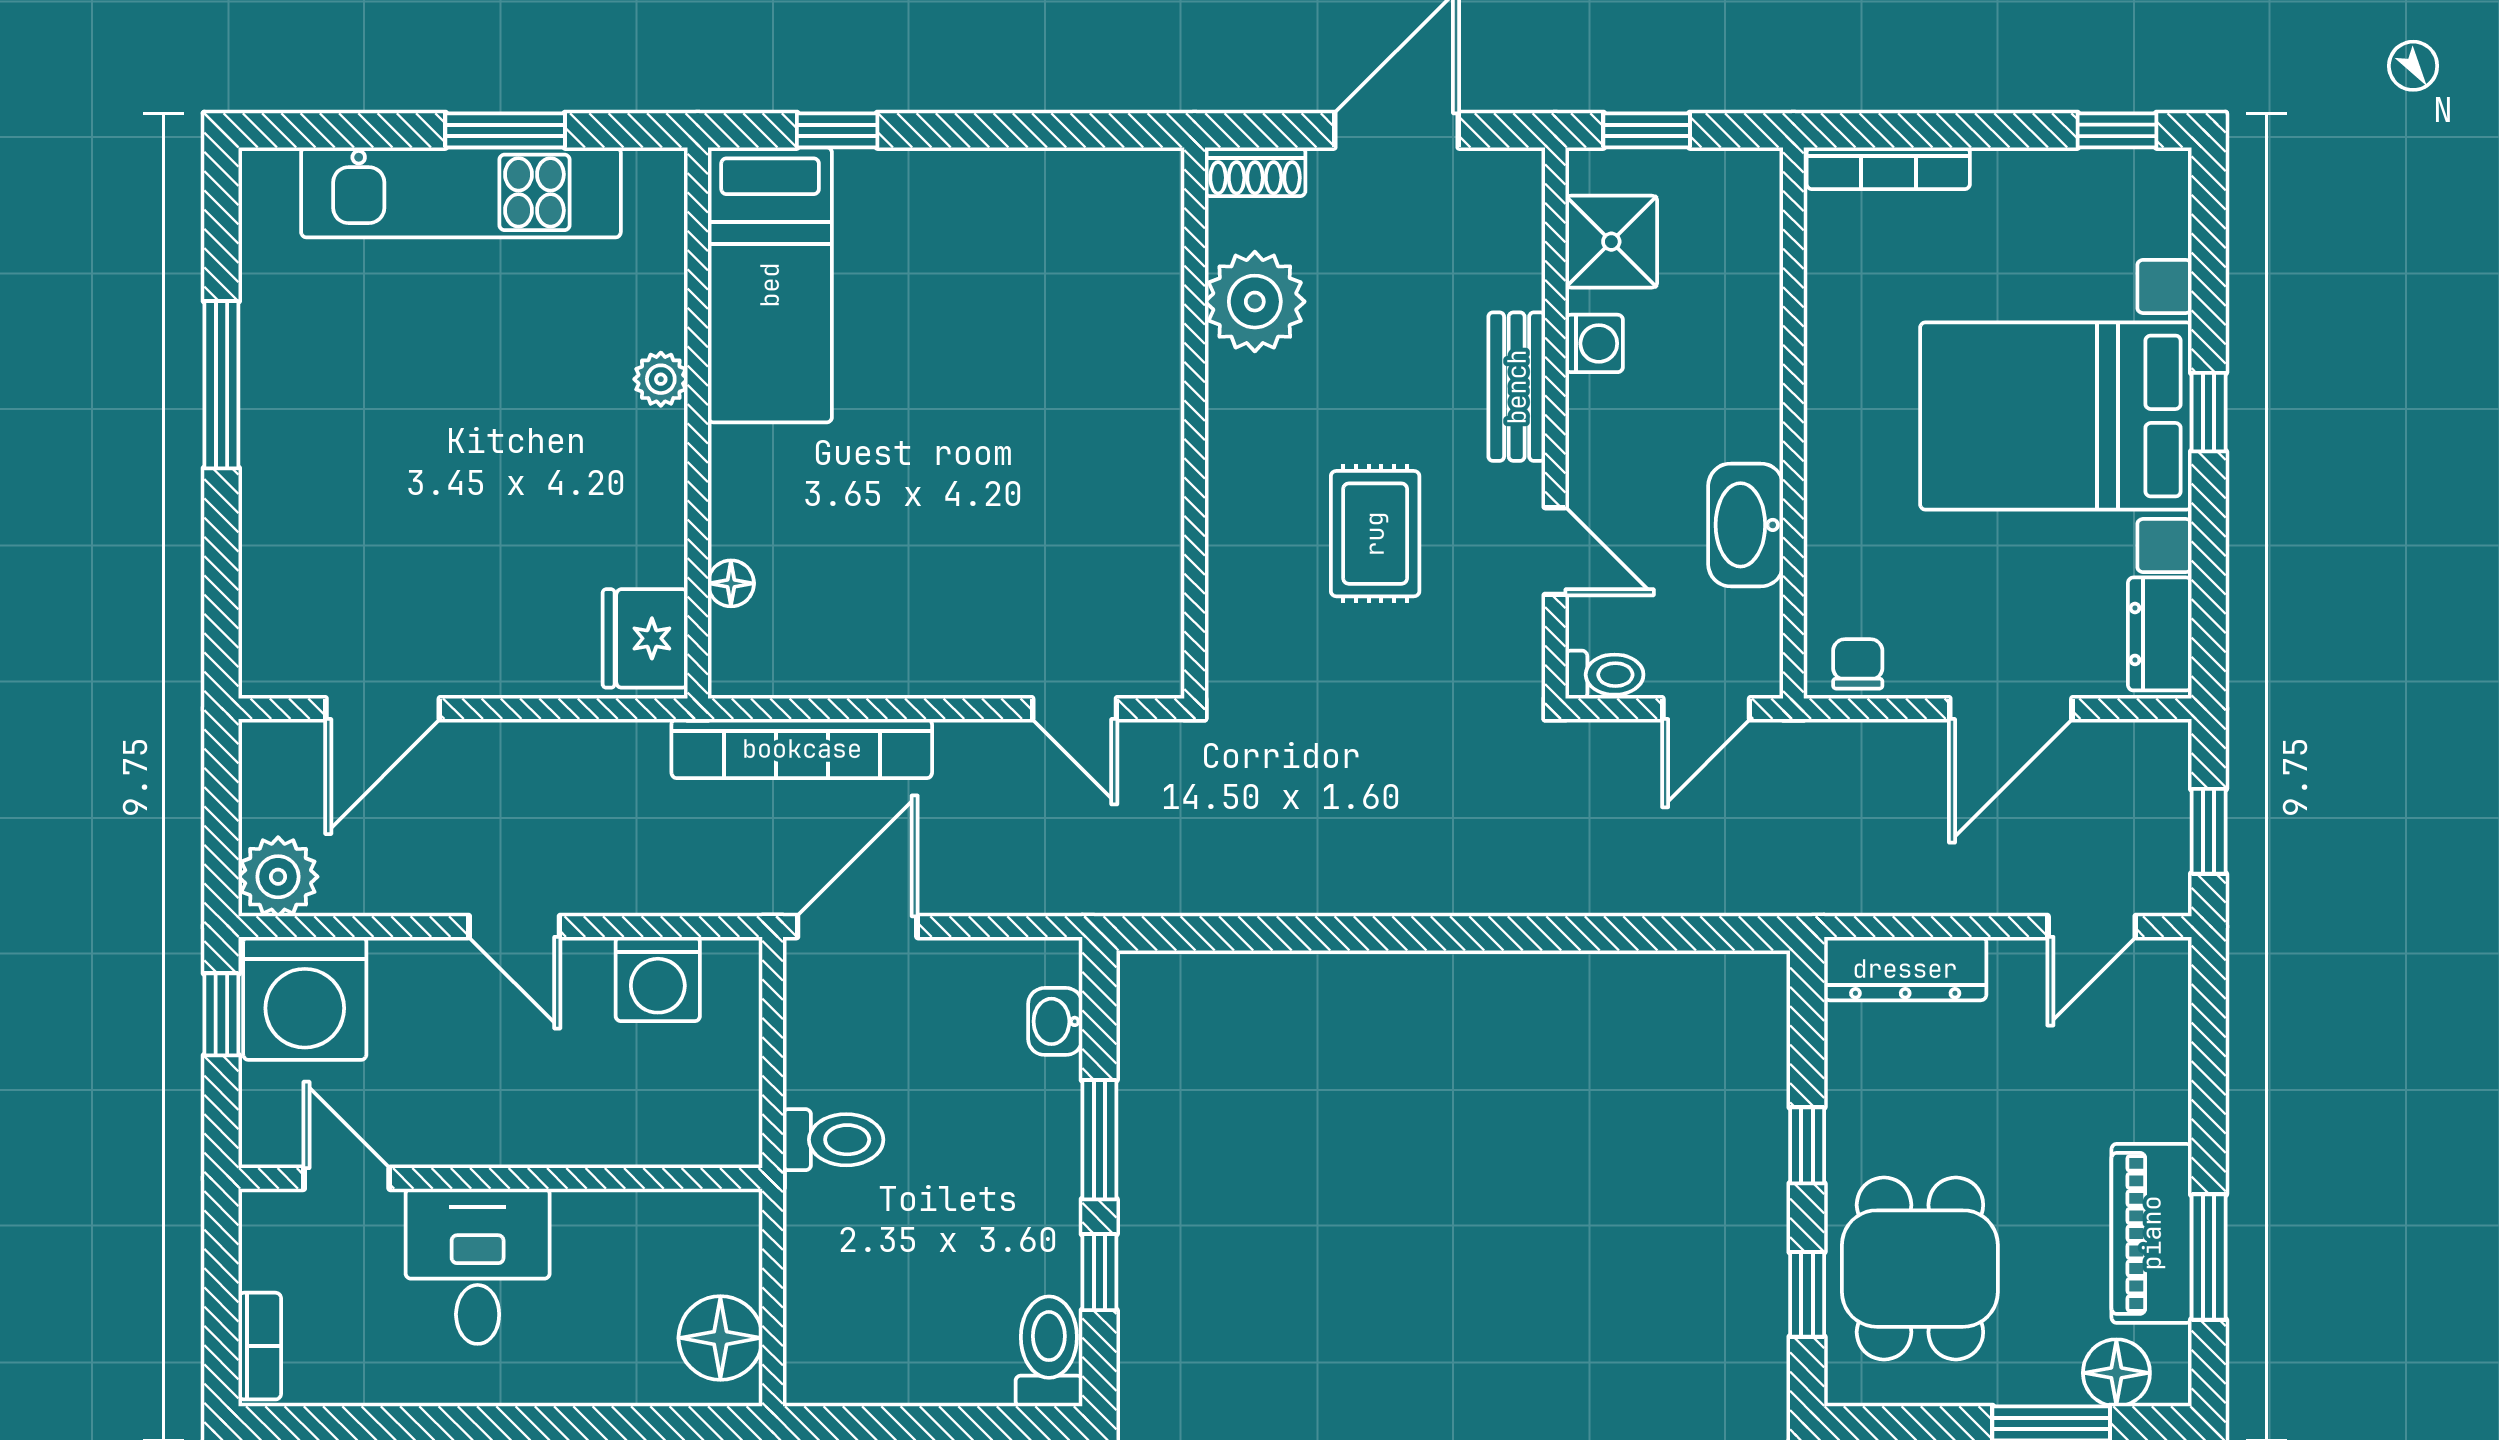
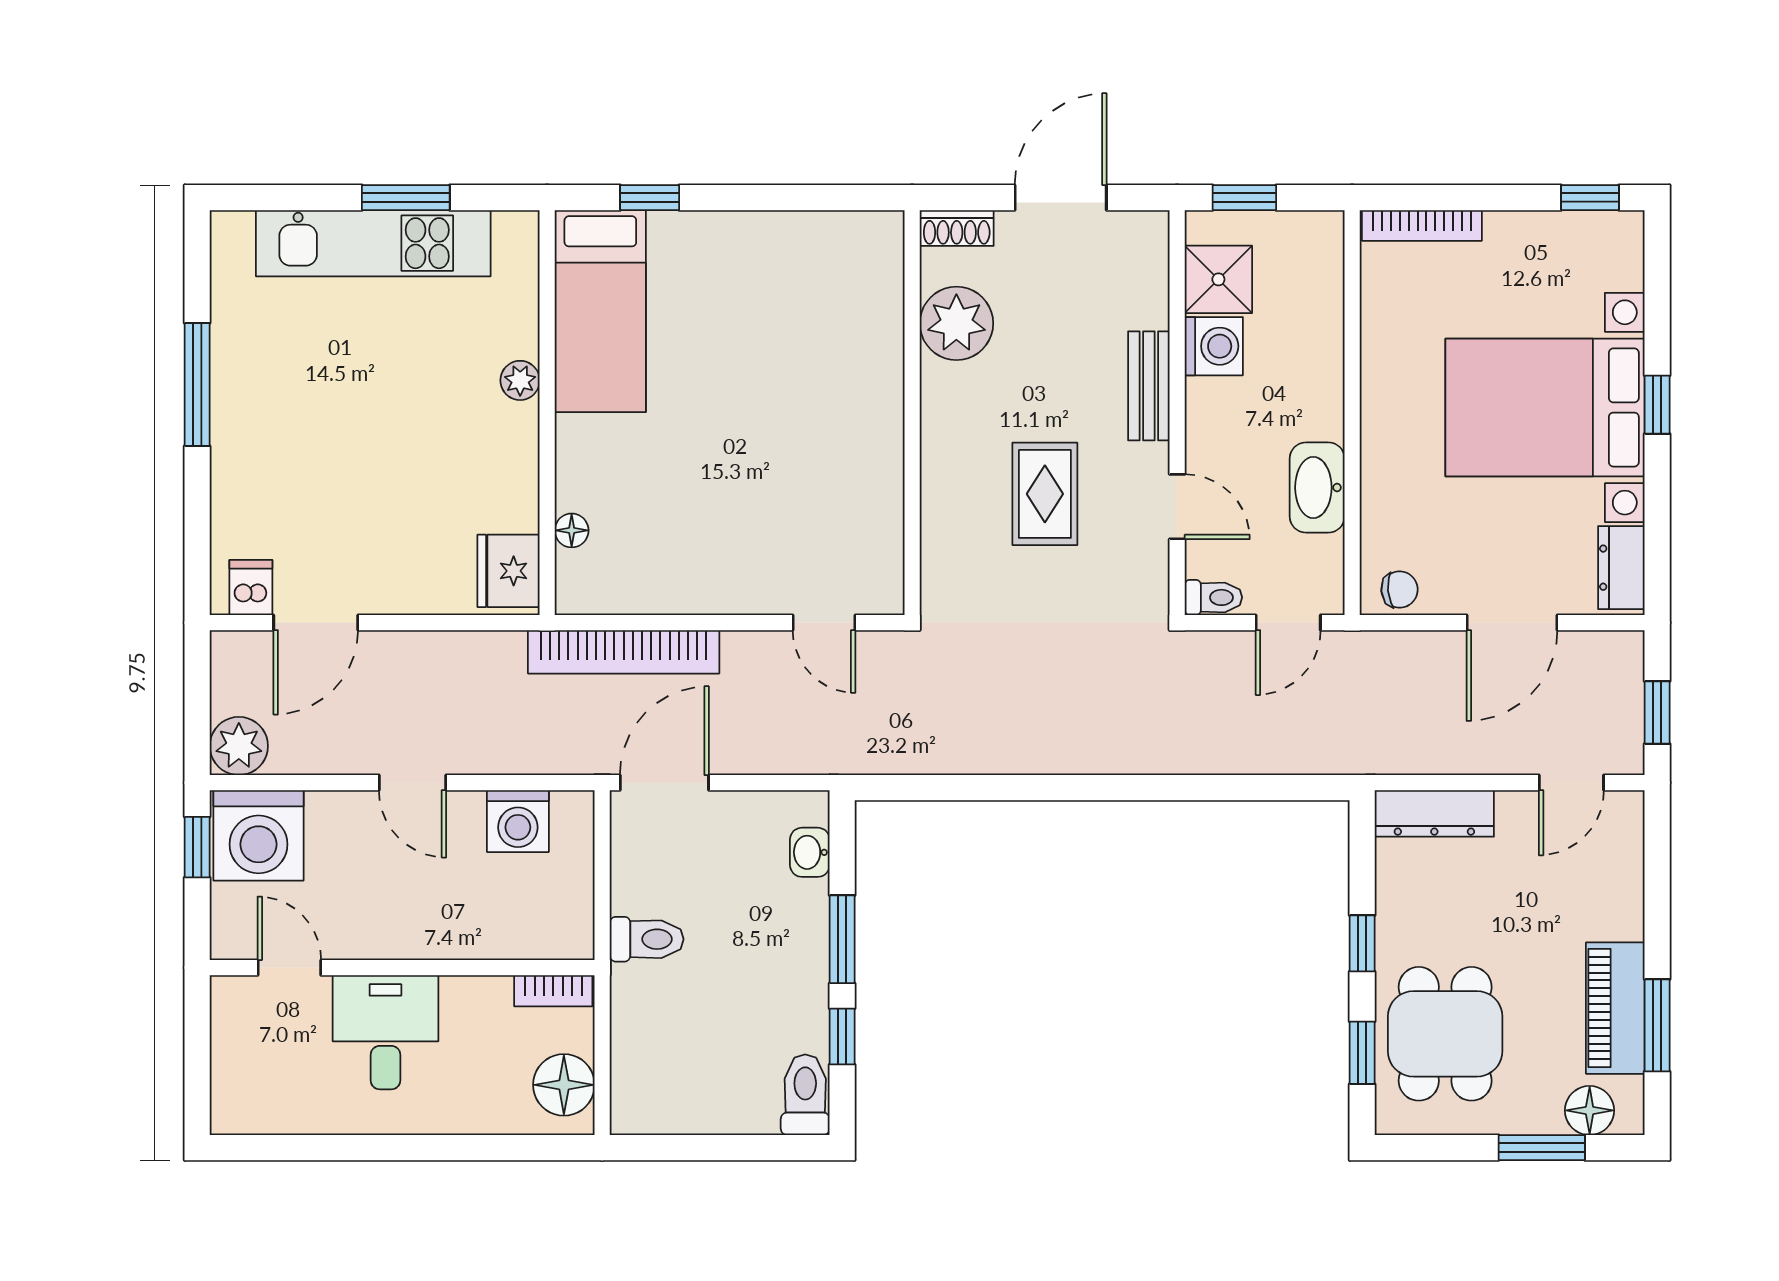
washing machine: (1594, 343) -> (1214, 346), width x1.38, depth x1.38
dishwasher: (294, 661) -> (251, 587), added
chair: (1858, 664) -> (1399, 590), turned 85
bookcase: (260, 1346) -> (553, 991), moved, turned 90

